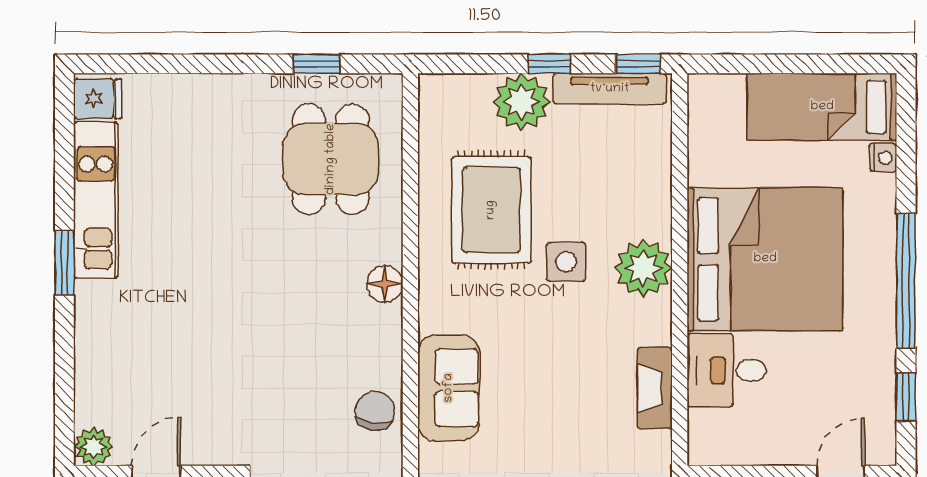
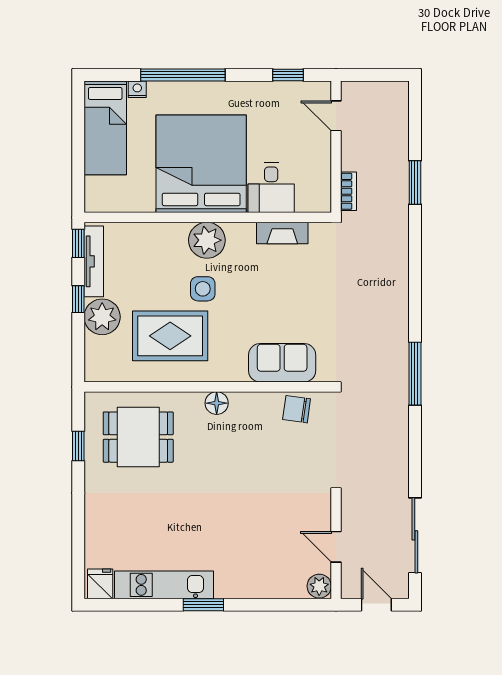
window: (906, 281) -> (183, 75), moved

